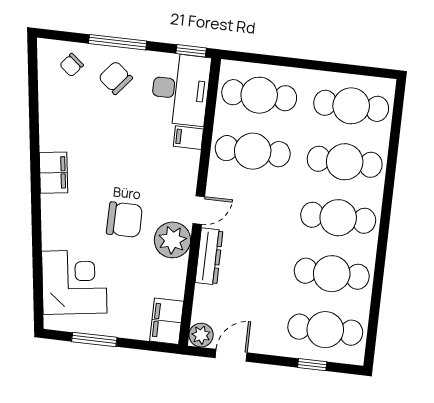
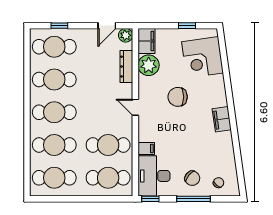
door: (199, 210) -> (135, 107), hinge flipped
plant: (172, 240) -> (149, 65), moved
dresser: (209, 256) -> (126, 67), moved
window: (94, 339) -> (187, 26), width x0.67

